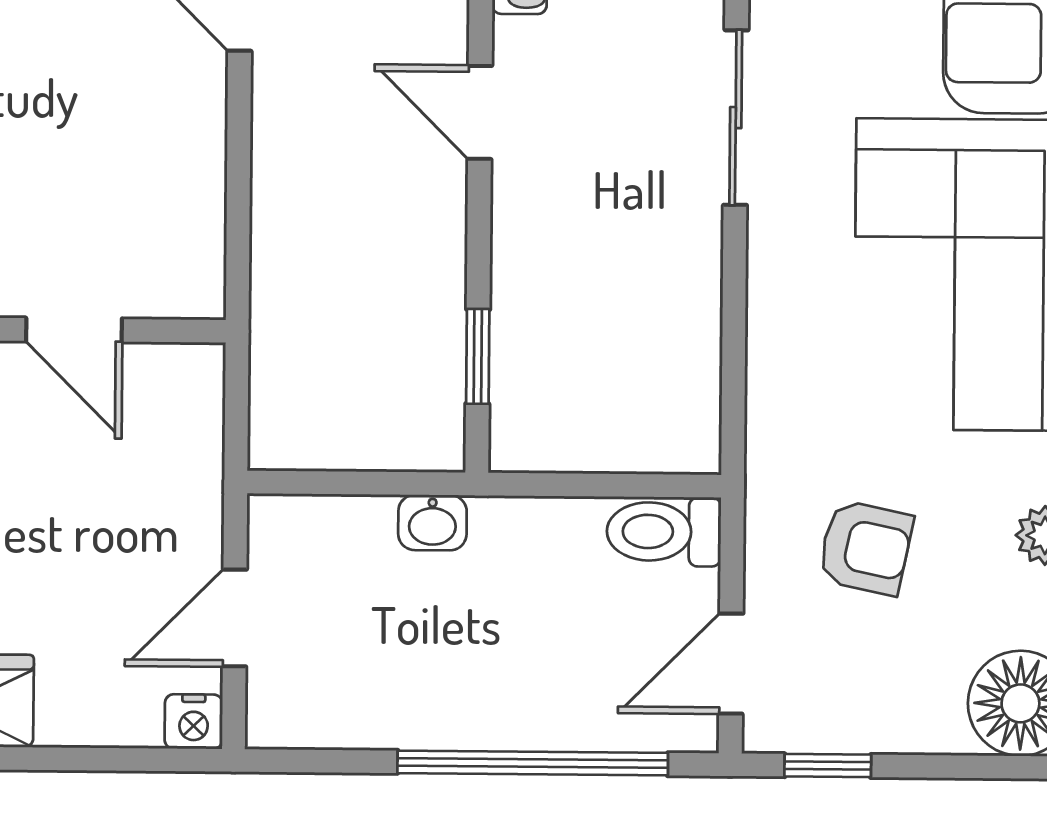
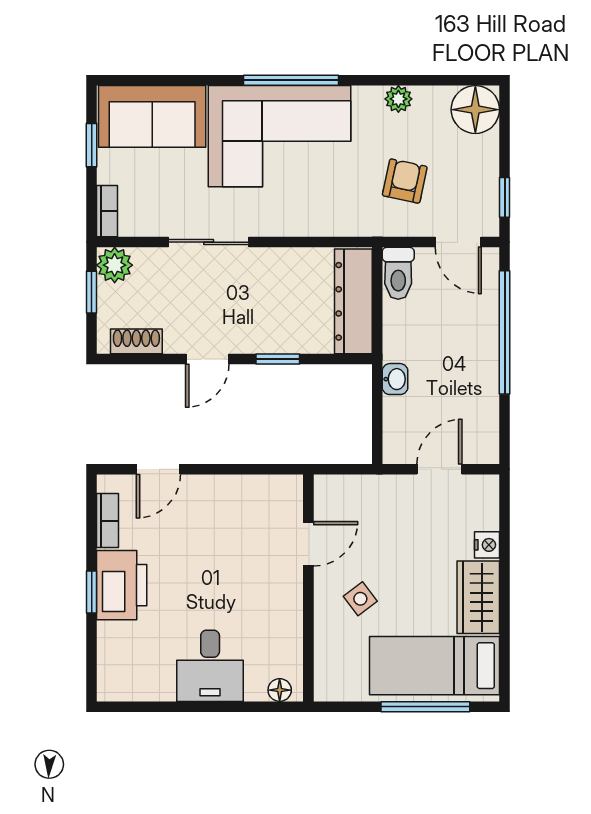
window: (478, 356) -> (278, 359), moved
dresser: (603, 433) -> (353, 301), added
door: (235, 618) -> (439, 469), swing flipped
nightstand: (194, 722) -> (487, 545), moved

